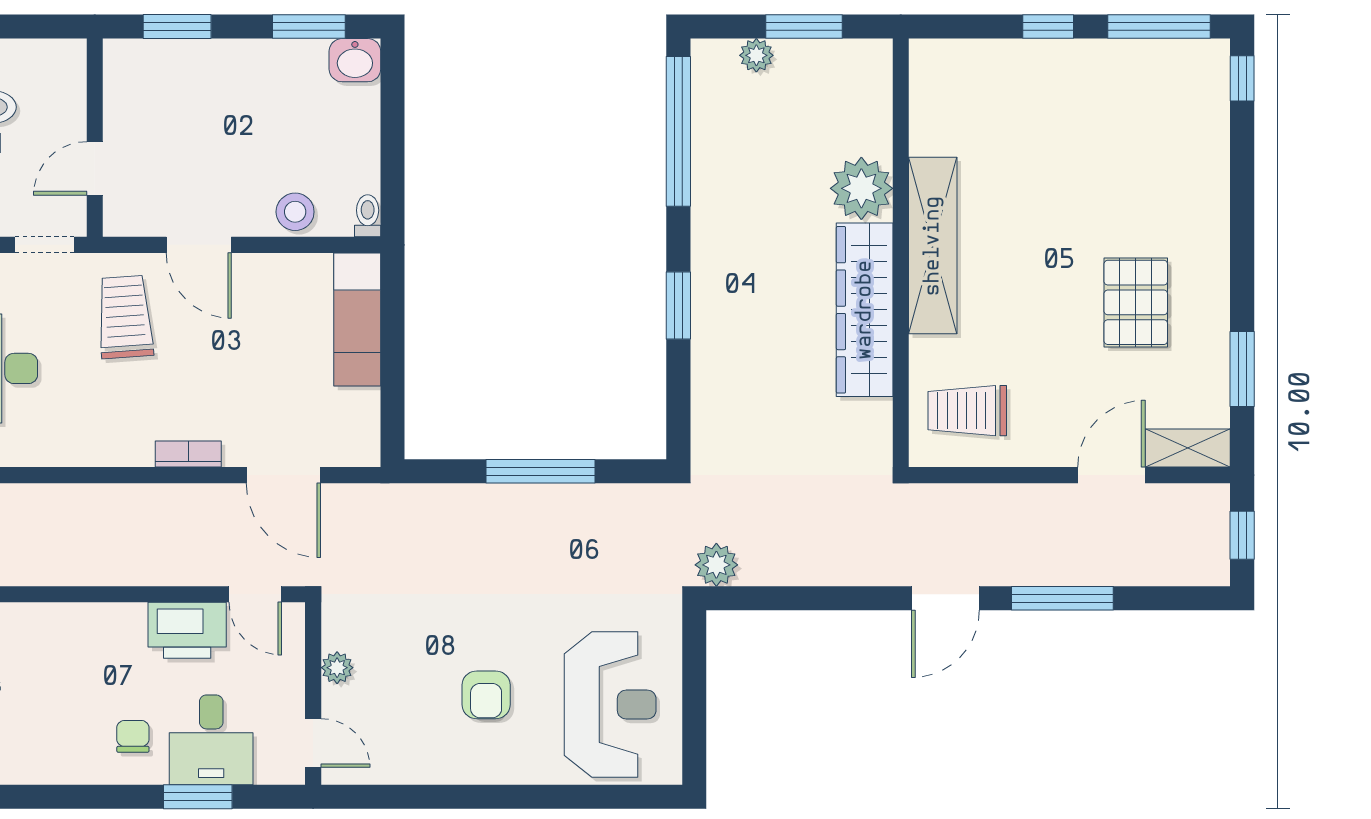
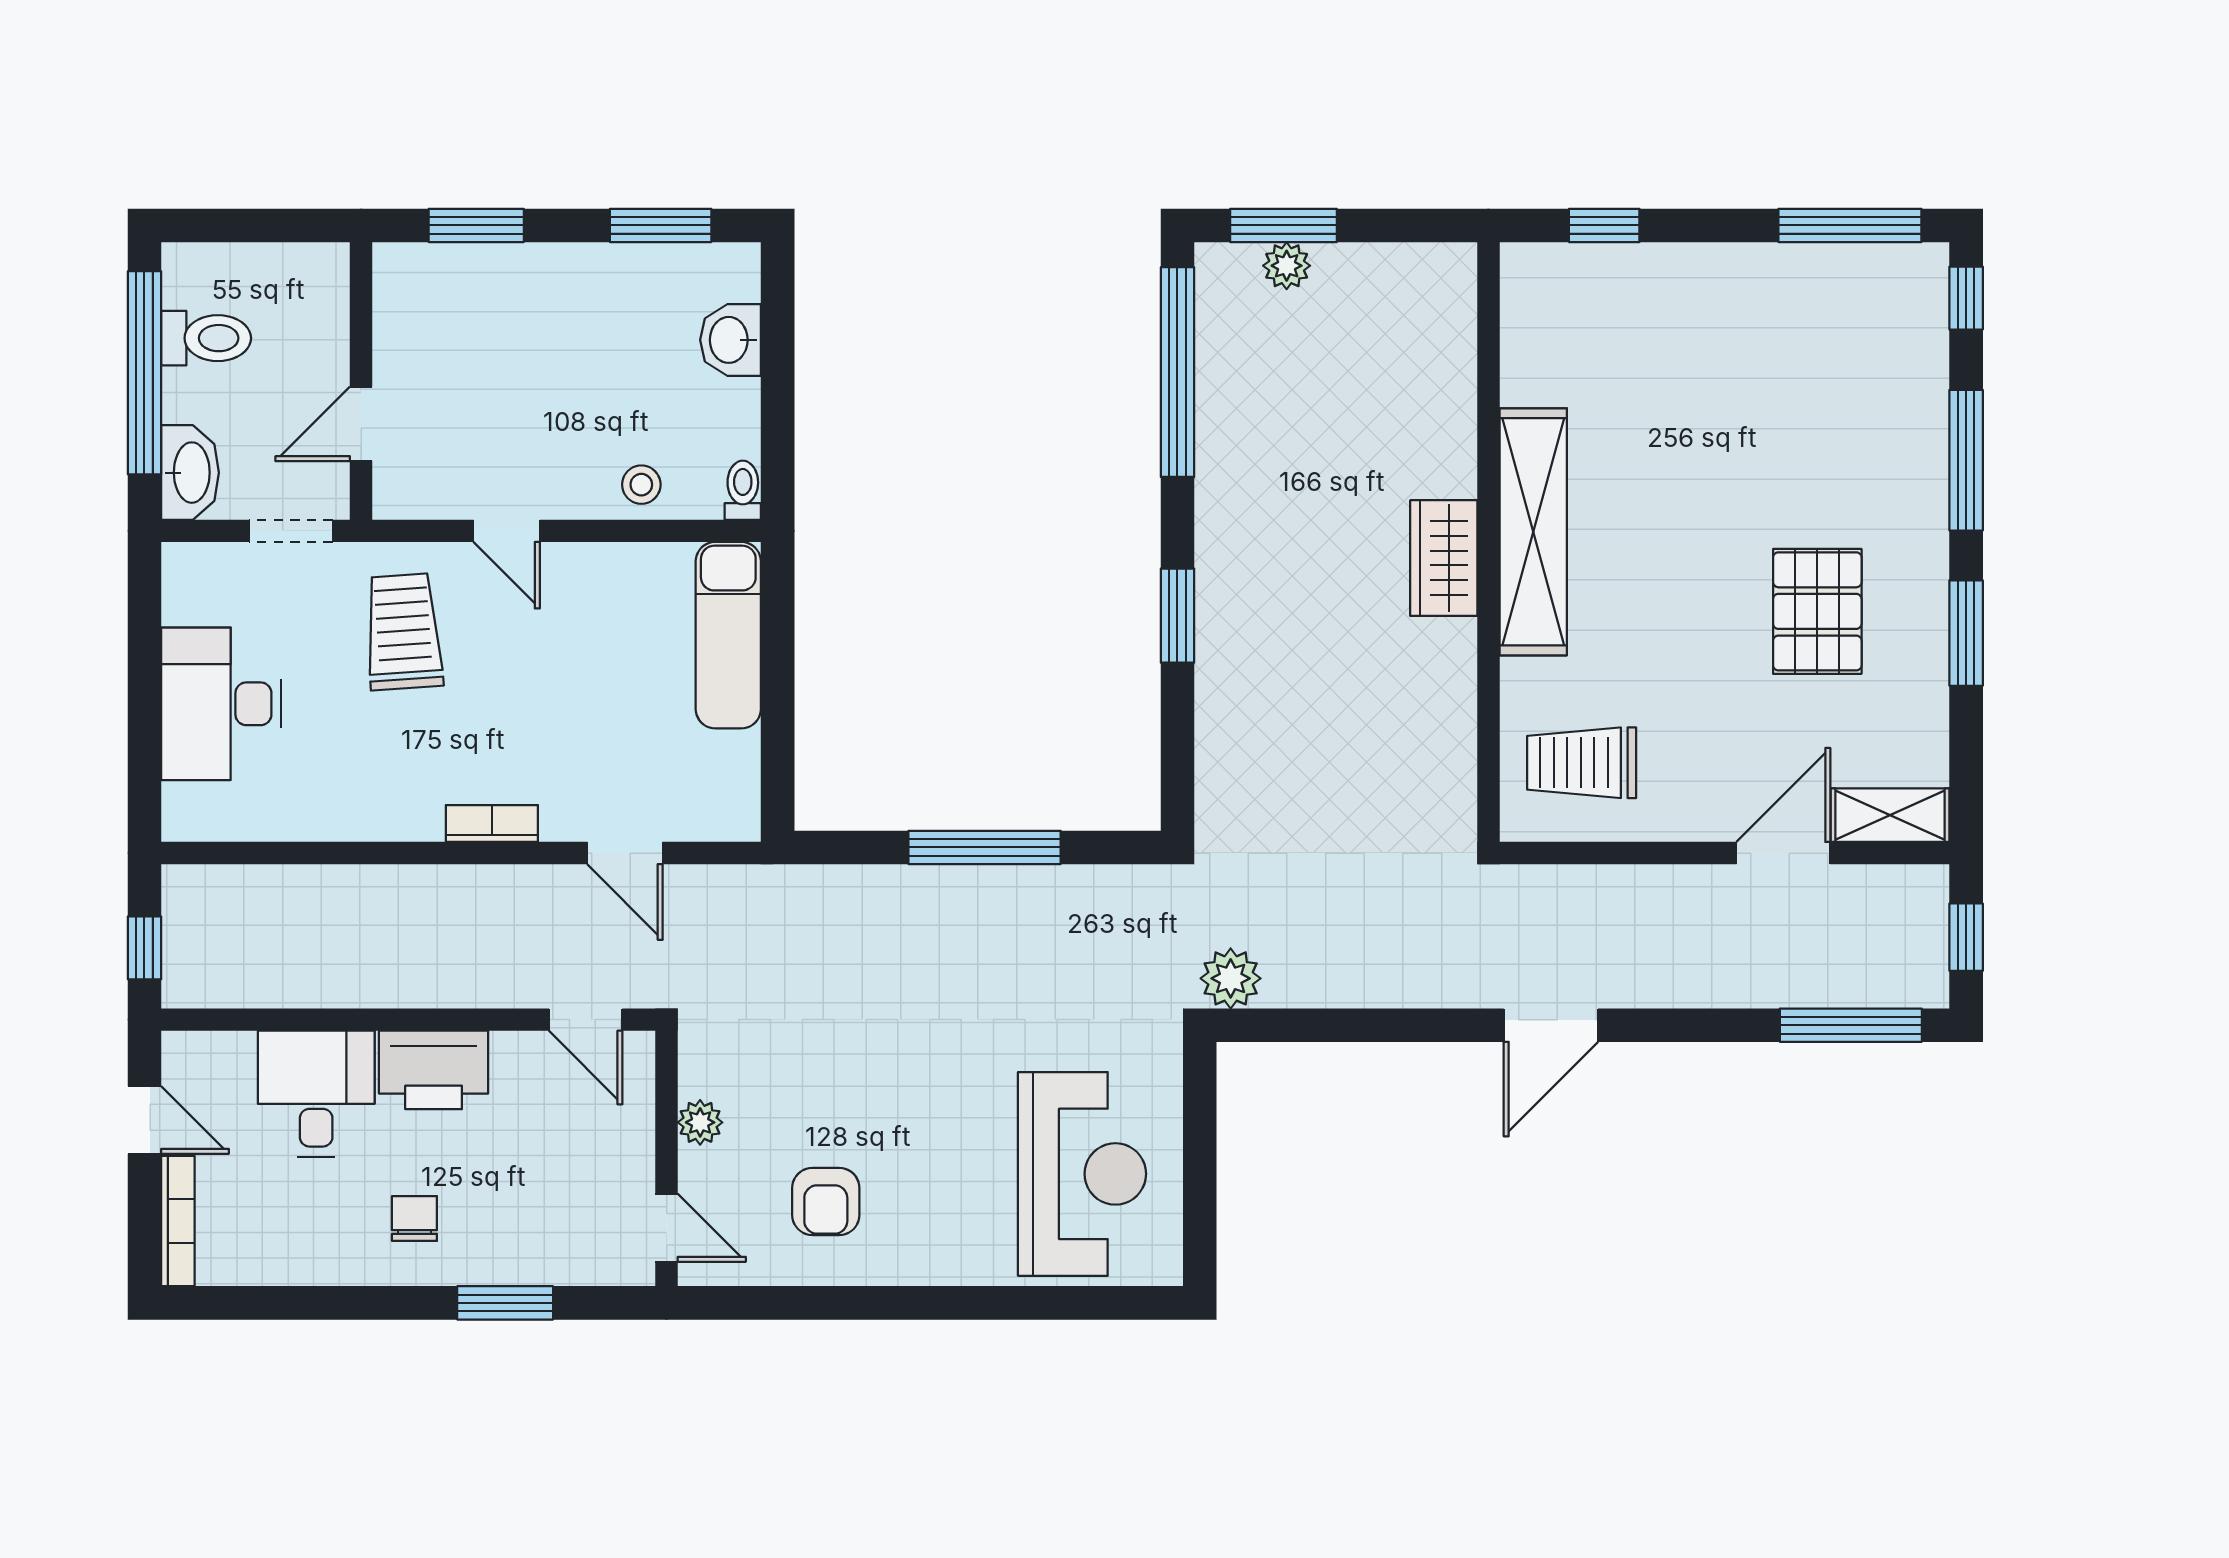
window: (804, 26) -> (1284, 225), moved
window: (1048, 26) -> (1604, 225), moved
washbasin: (355, 60) -> (731, 340), moved, turned 90
plant: (861, 188) -> (1434, 452), removed
window: (1242, 194) -> (1966, 460), added
stool: (295, 212) -> (641, 485), width x0.73, depth x0.73
door: (199, 245) -> (507, 531), width x0.73
wardrobe: (865, 310) -> (1444, 558), width x0.48, depth x0.85
window: (1242, 369) -> (1966, 633), moved
door: (283, 475) -> (625, 853), width x0.73
window: (1062, 598) -> (1851, 1025), moved
printer: (187, 630) -> (434, 1070), moved
armchair: (486, 695) -> (826, 1201), moved
desk: (211, 740) -> (316, 1094), moved, turned 180

